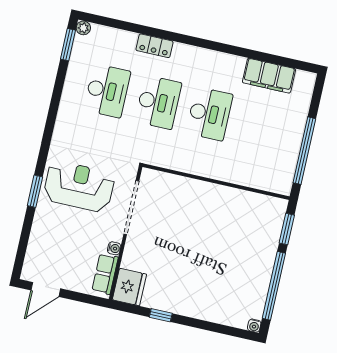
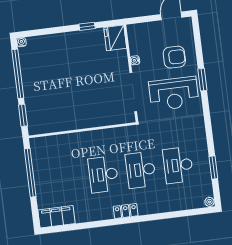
window: (68, 45) -> (213, 168), moved
locker: (154, 46) -> (126, 211), moved
filing cabinet: (269, 76) -> (57, 217), moved
armchair: (61, 234) -> (174, 57), added
row of seats: (105, 274) -> (135, 41), removed

